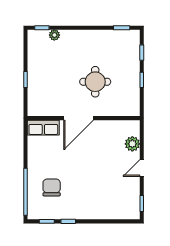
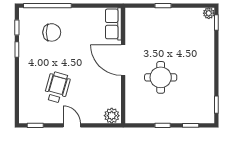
plant: (54, 35) -> (209, 13), moved
plant: (132, 144) -> (112, 116), moved
wheelchair: (105, 182) -> (57, 87), added

